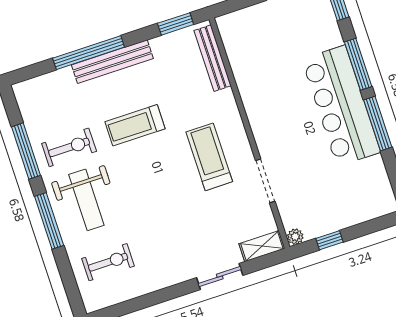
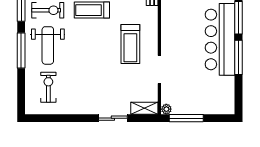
treadmill: (209, 157) -> (130, 44), turned 180
window: (329, 240) -> (186, 118), width x2.17
exercise bike: (108, 262) -> (48, 87), turned -90

